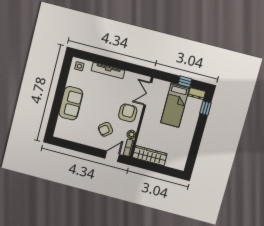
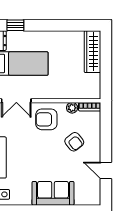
door: (112, 156) -> (106, 170), moved
wardrobe: (150, 156) -> (92, 52), moved

